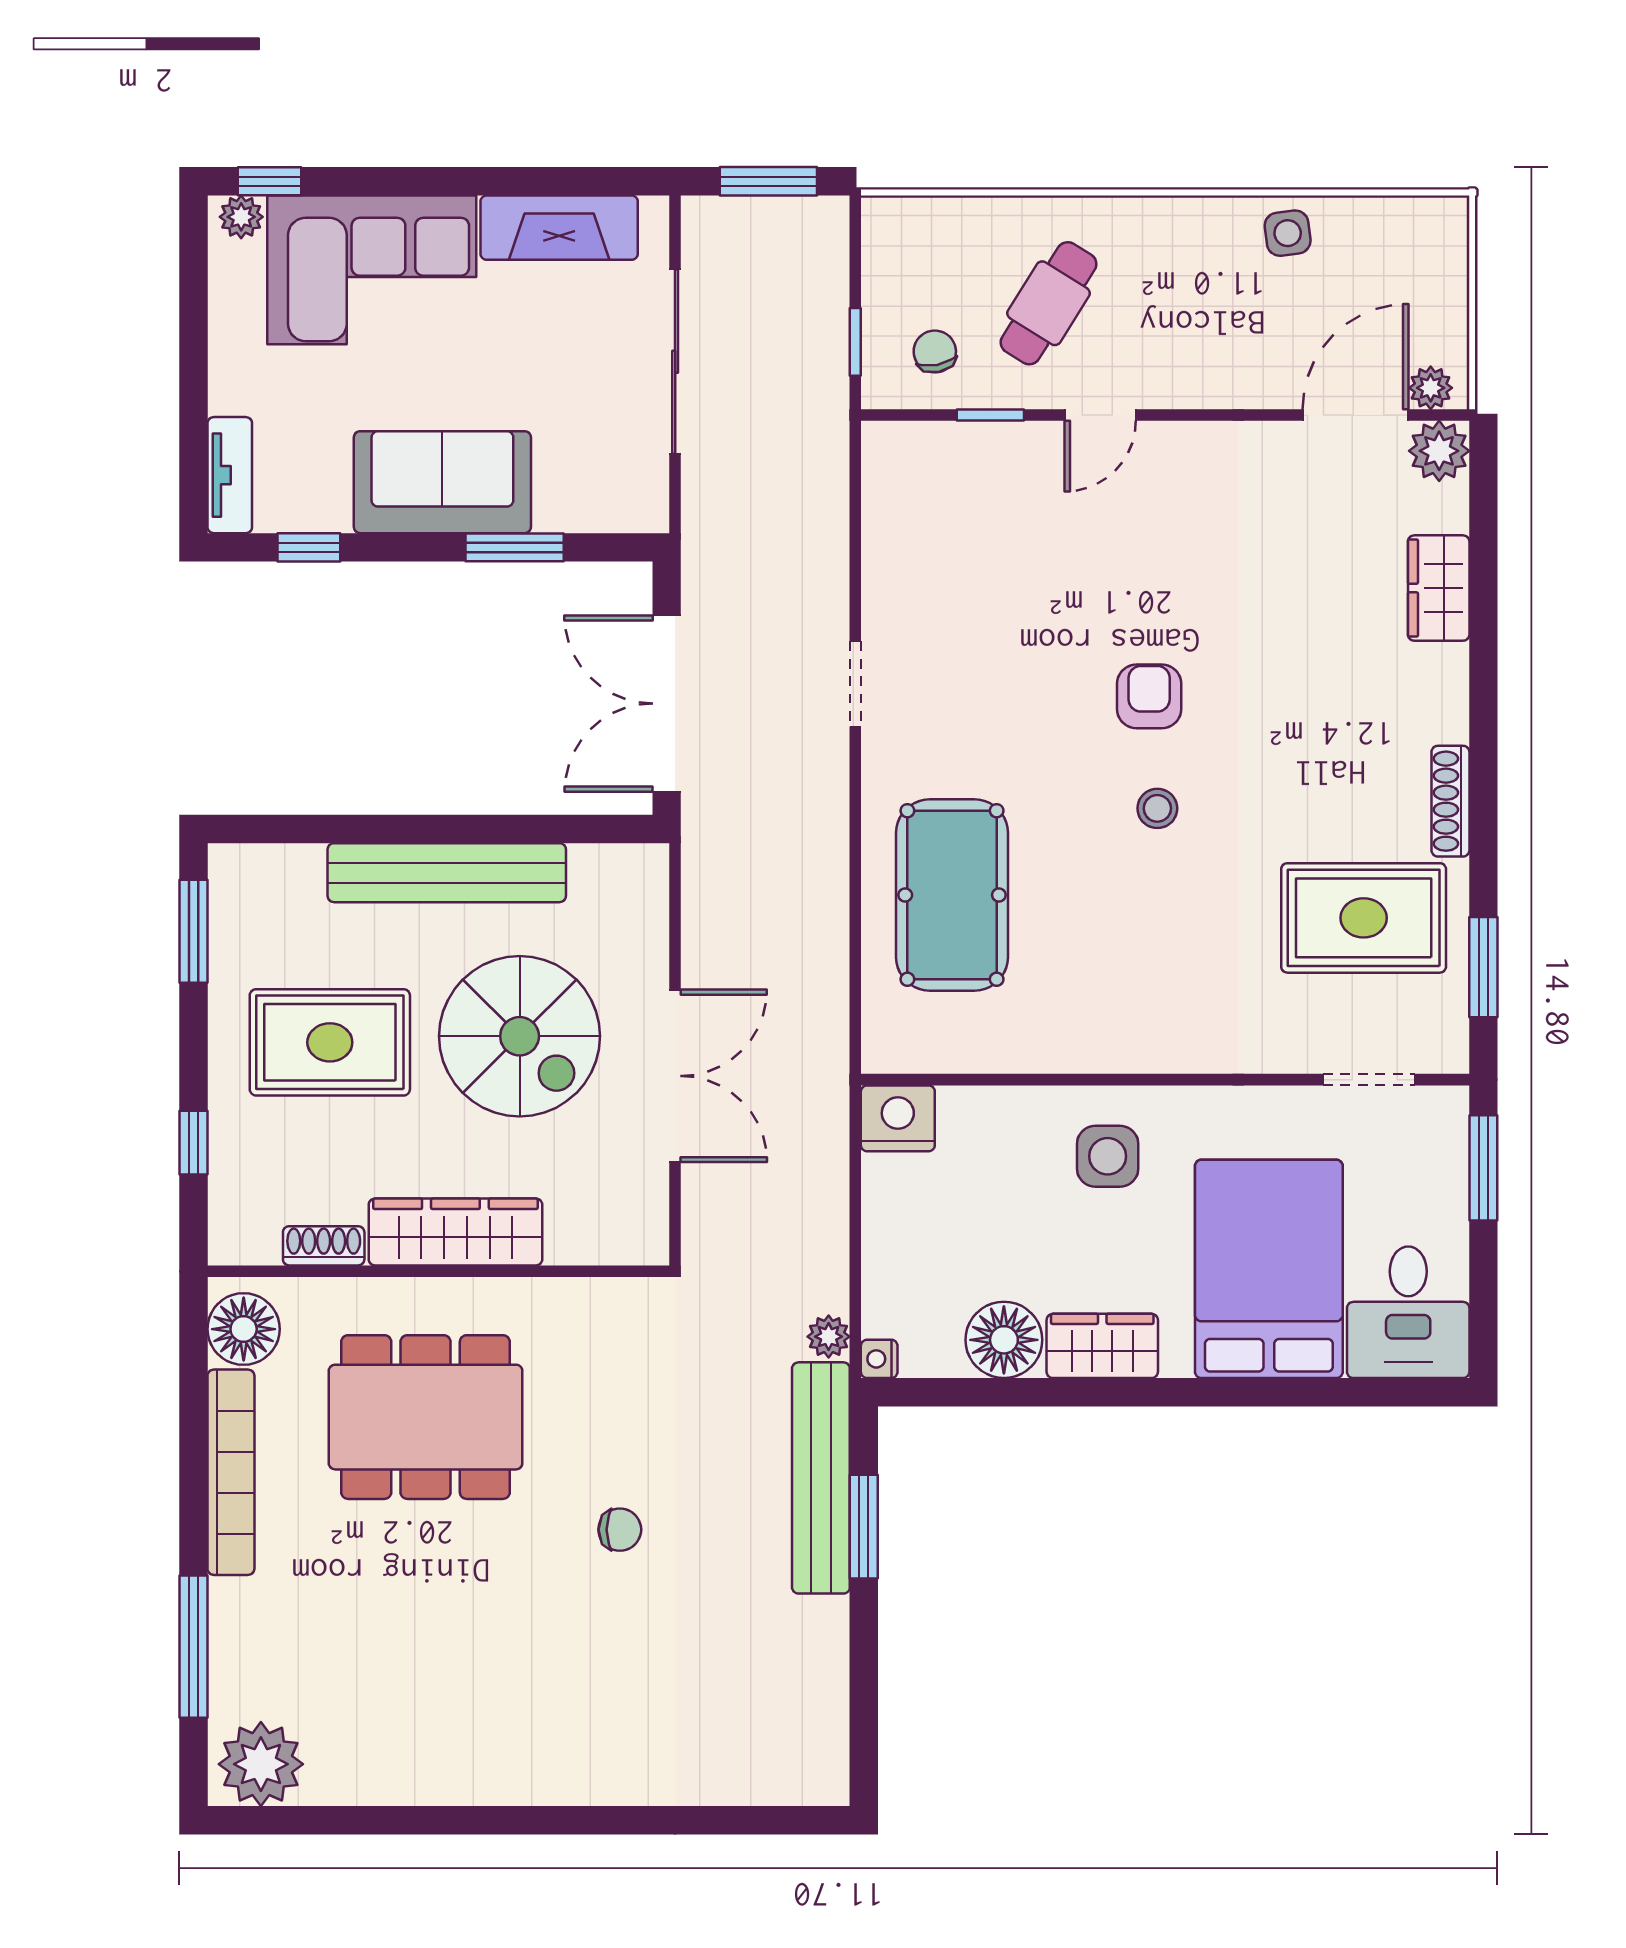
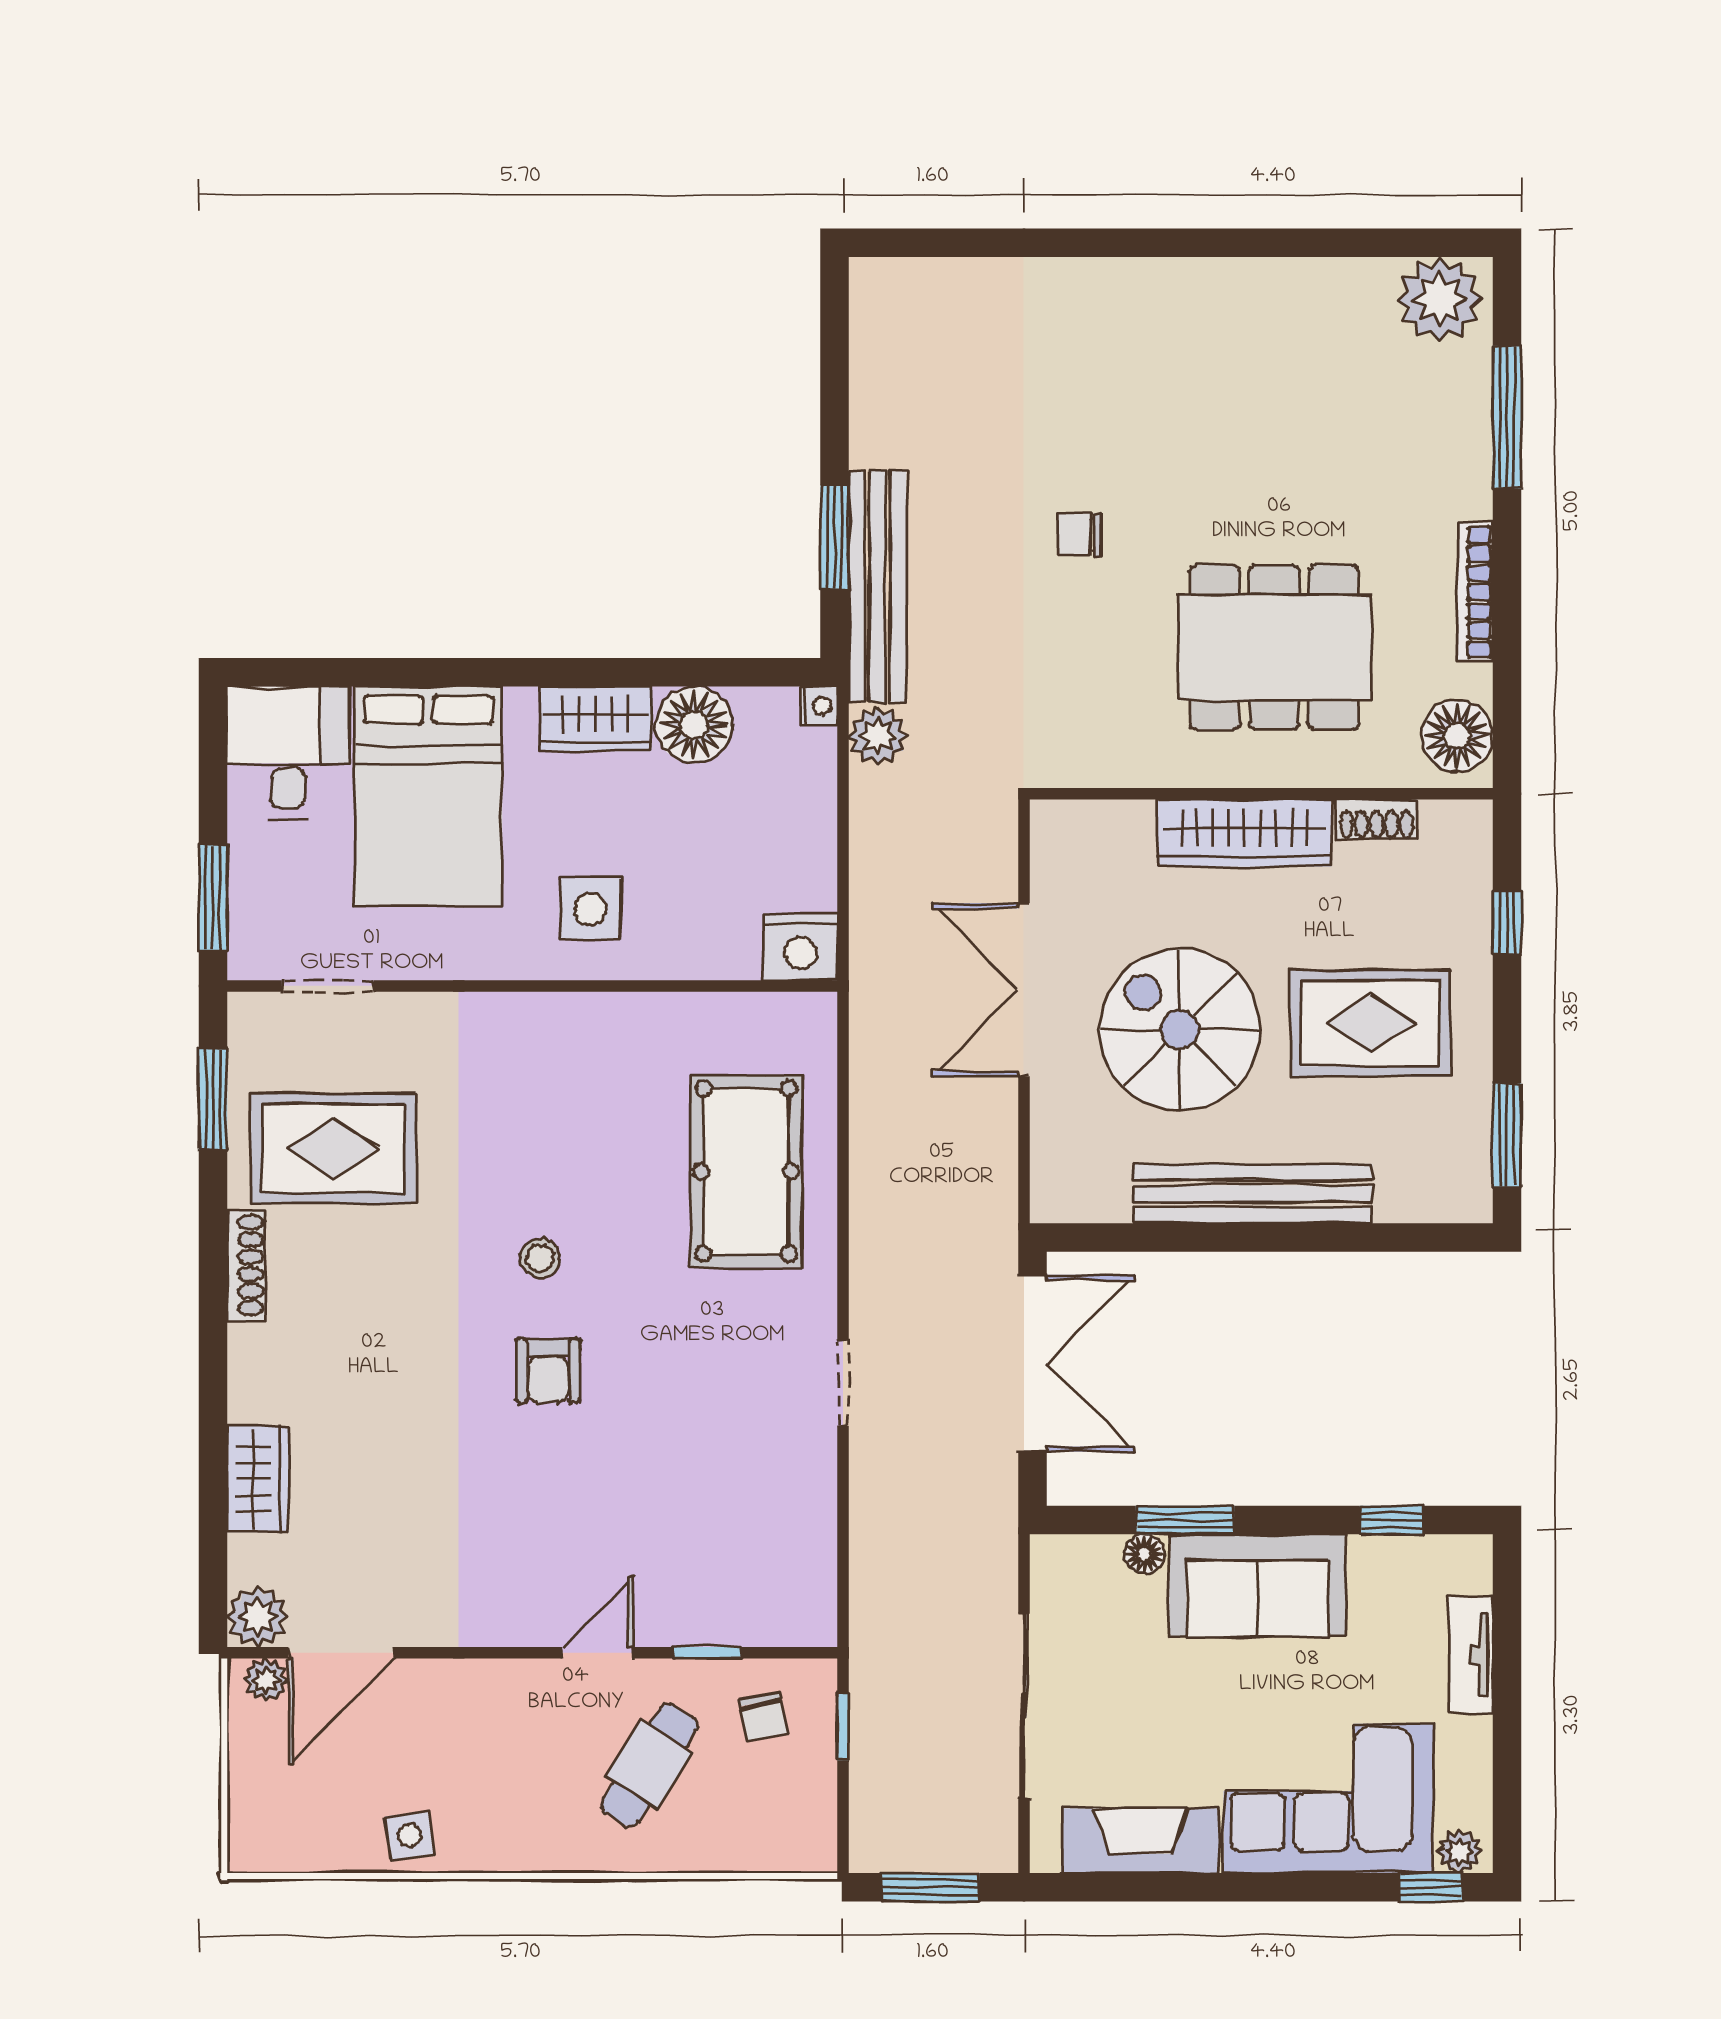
tv unit: (230, 475) -> (1471, 1655), moved
floor lamp: (555, 513) -> (1144, 1554), added
plant: (829, 1337) -> (878, 736), width x1.38, depth x1.38
bookcase: (231, 1472) -> (1475, 592), width x0.68, depth x0.76

